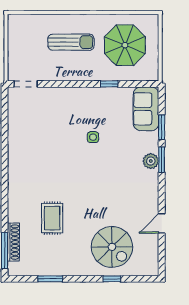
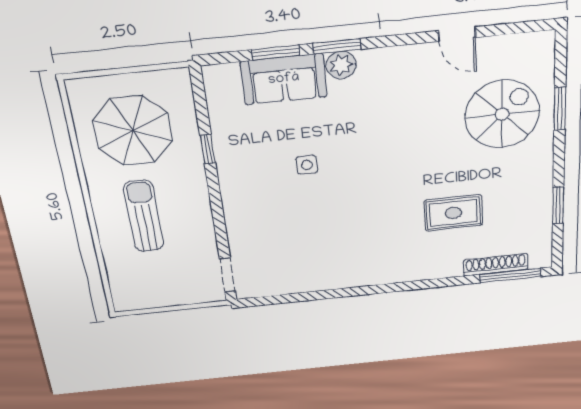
sofa: (146, 109) -> (284, 79), moved
window: (112, 279) -> (560, 109), width x1.50

